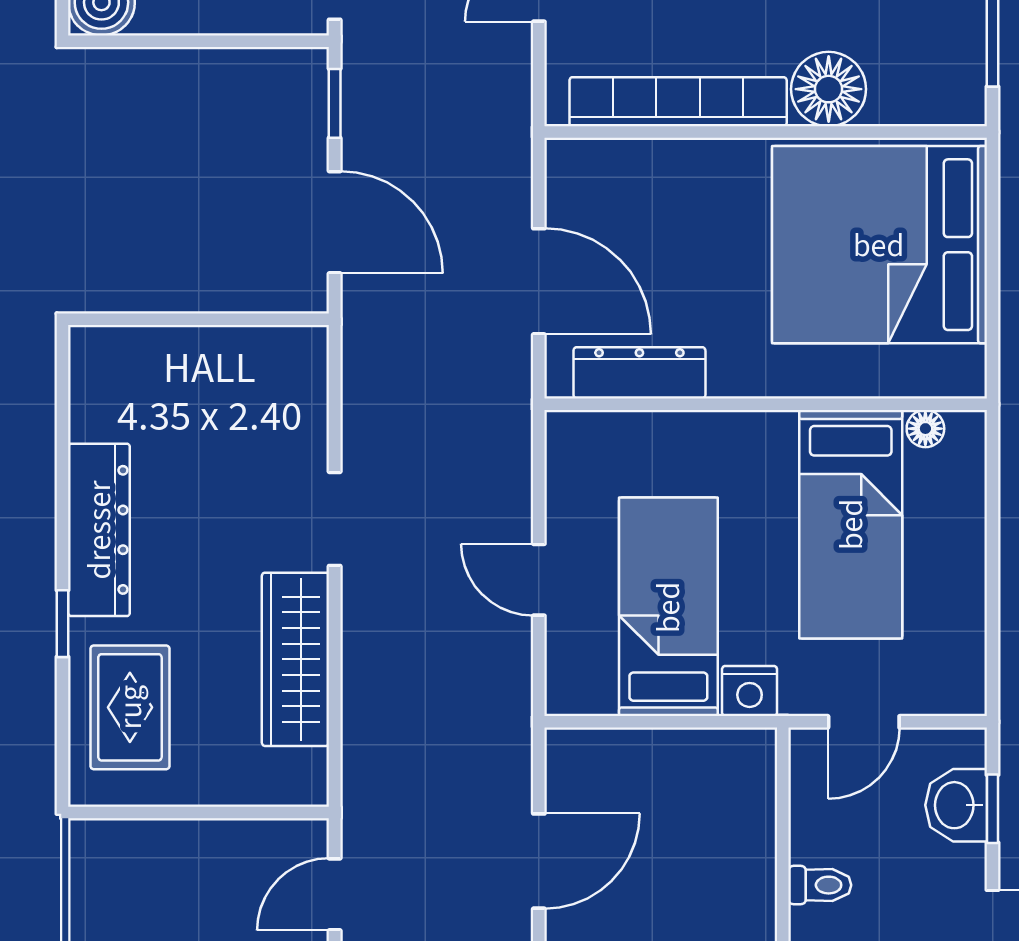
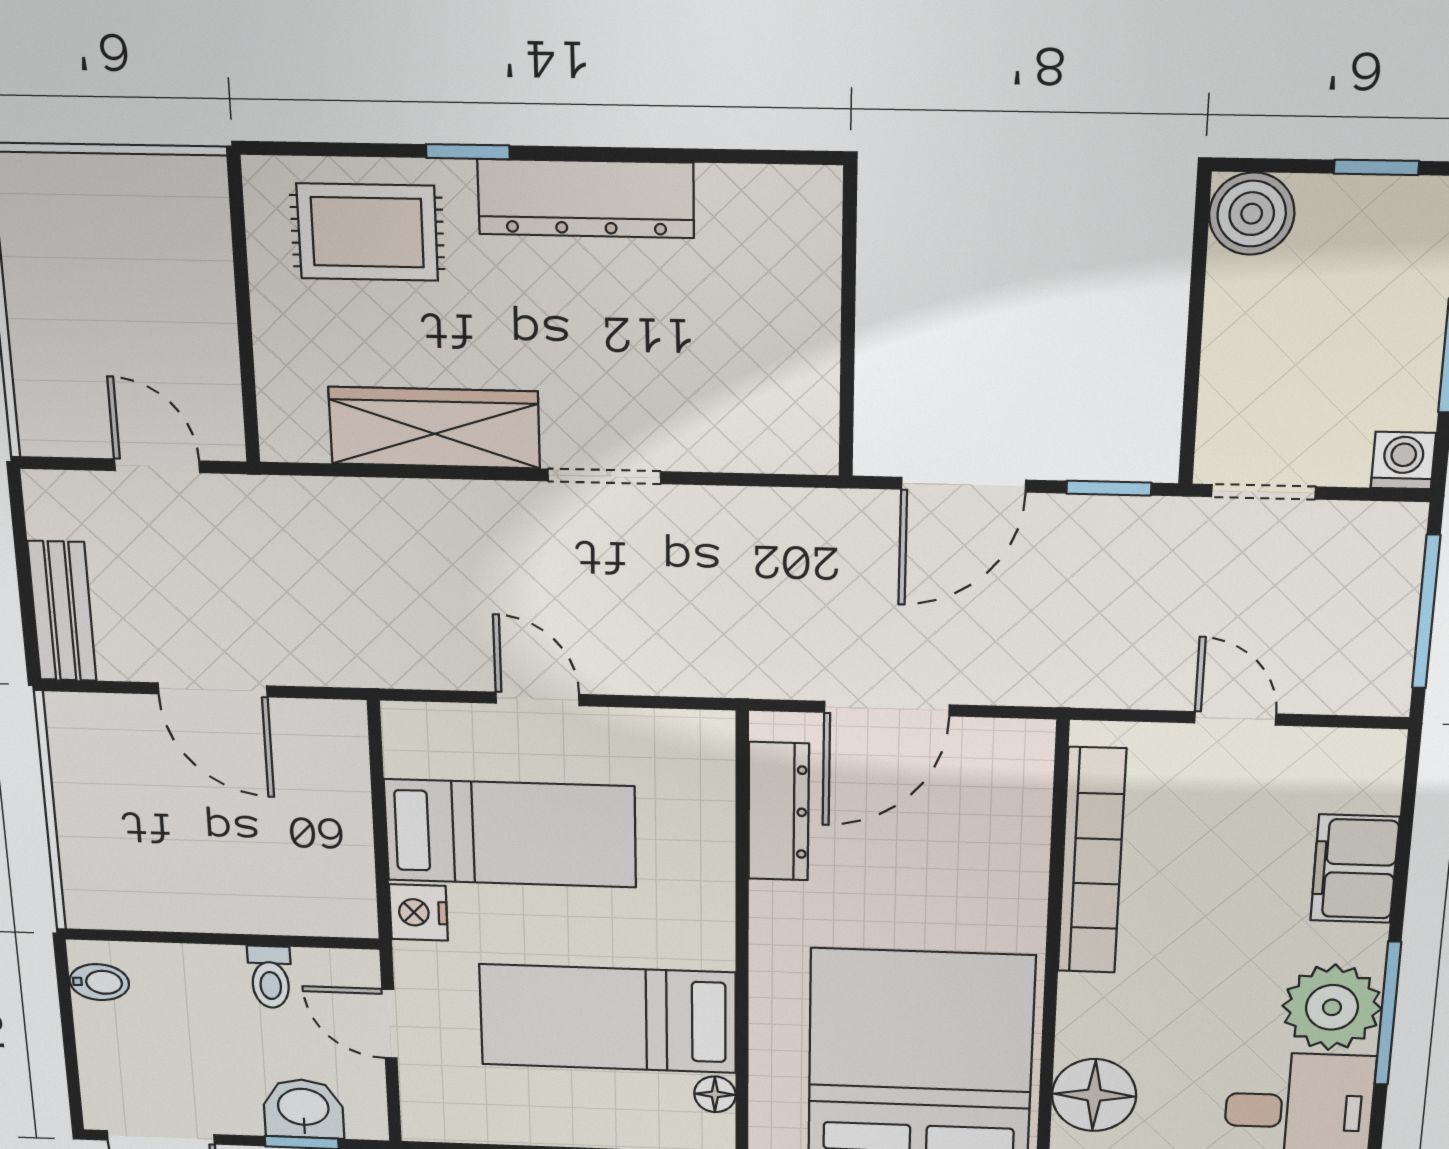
floor lamp: (829, 89) -> (1094, 1095), moved
door: (539, 580) -> (537, 699), hinge flipped
toilet: (820, 885) -> (270, 977), moved

